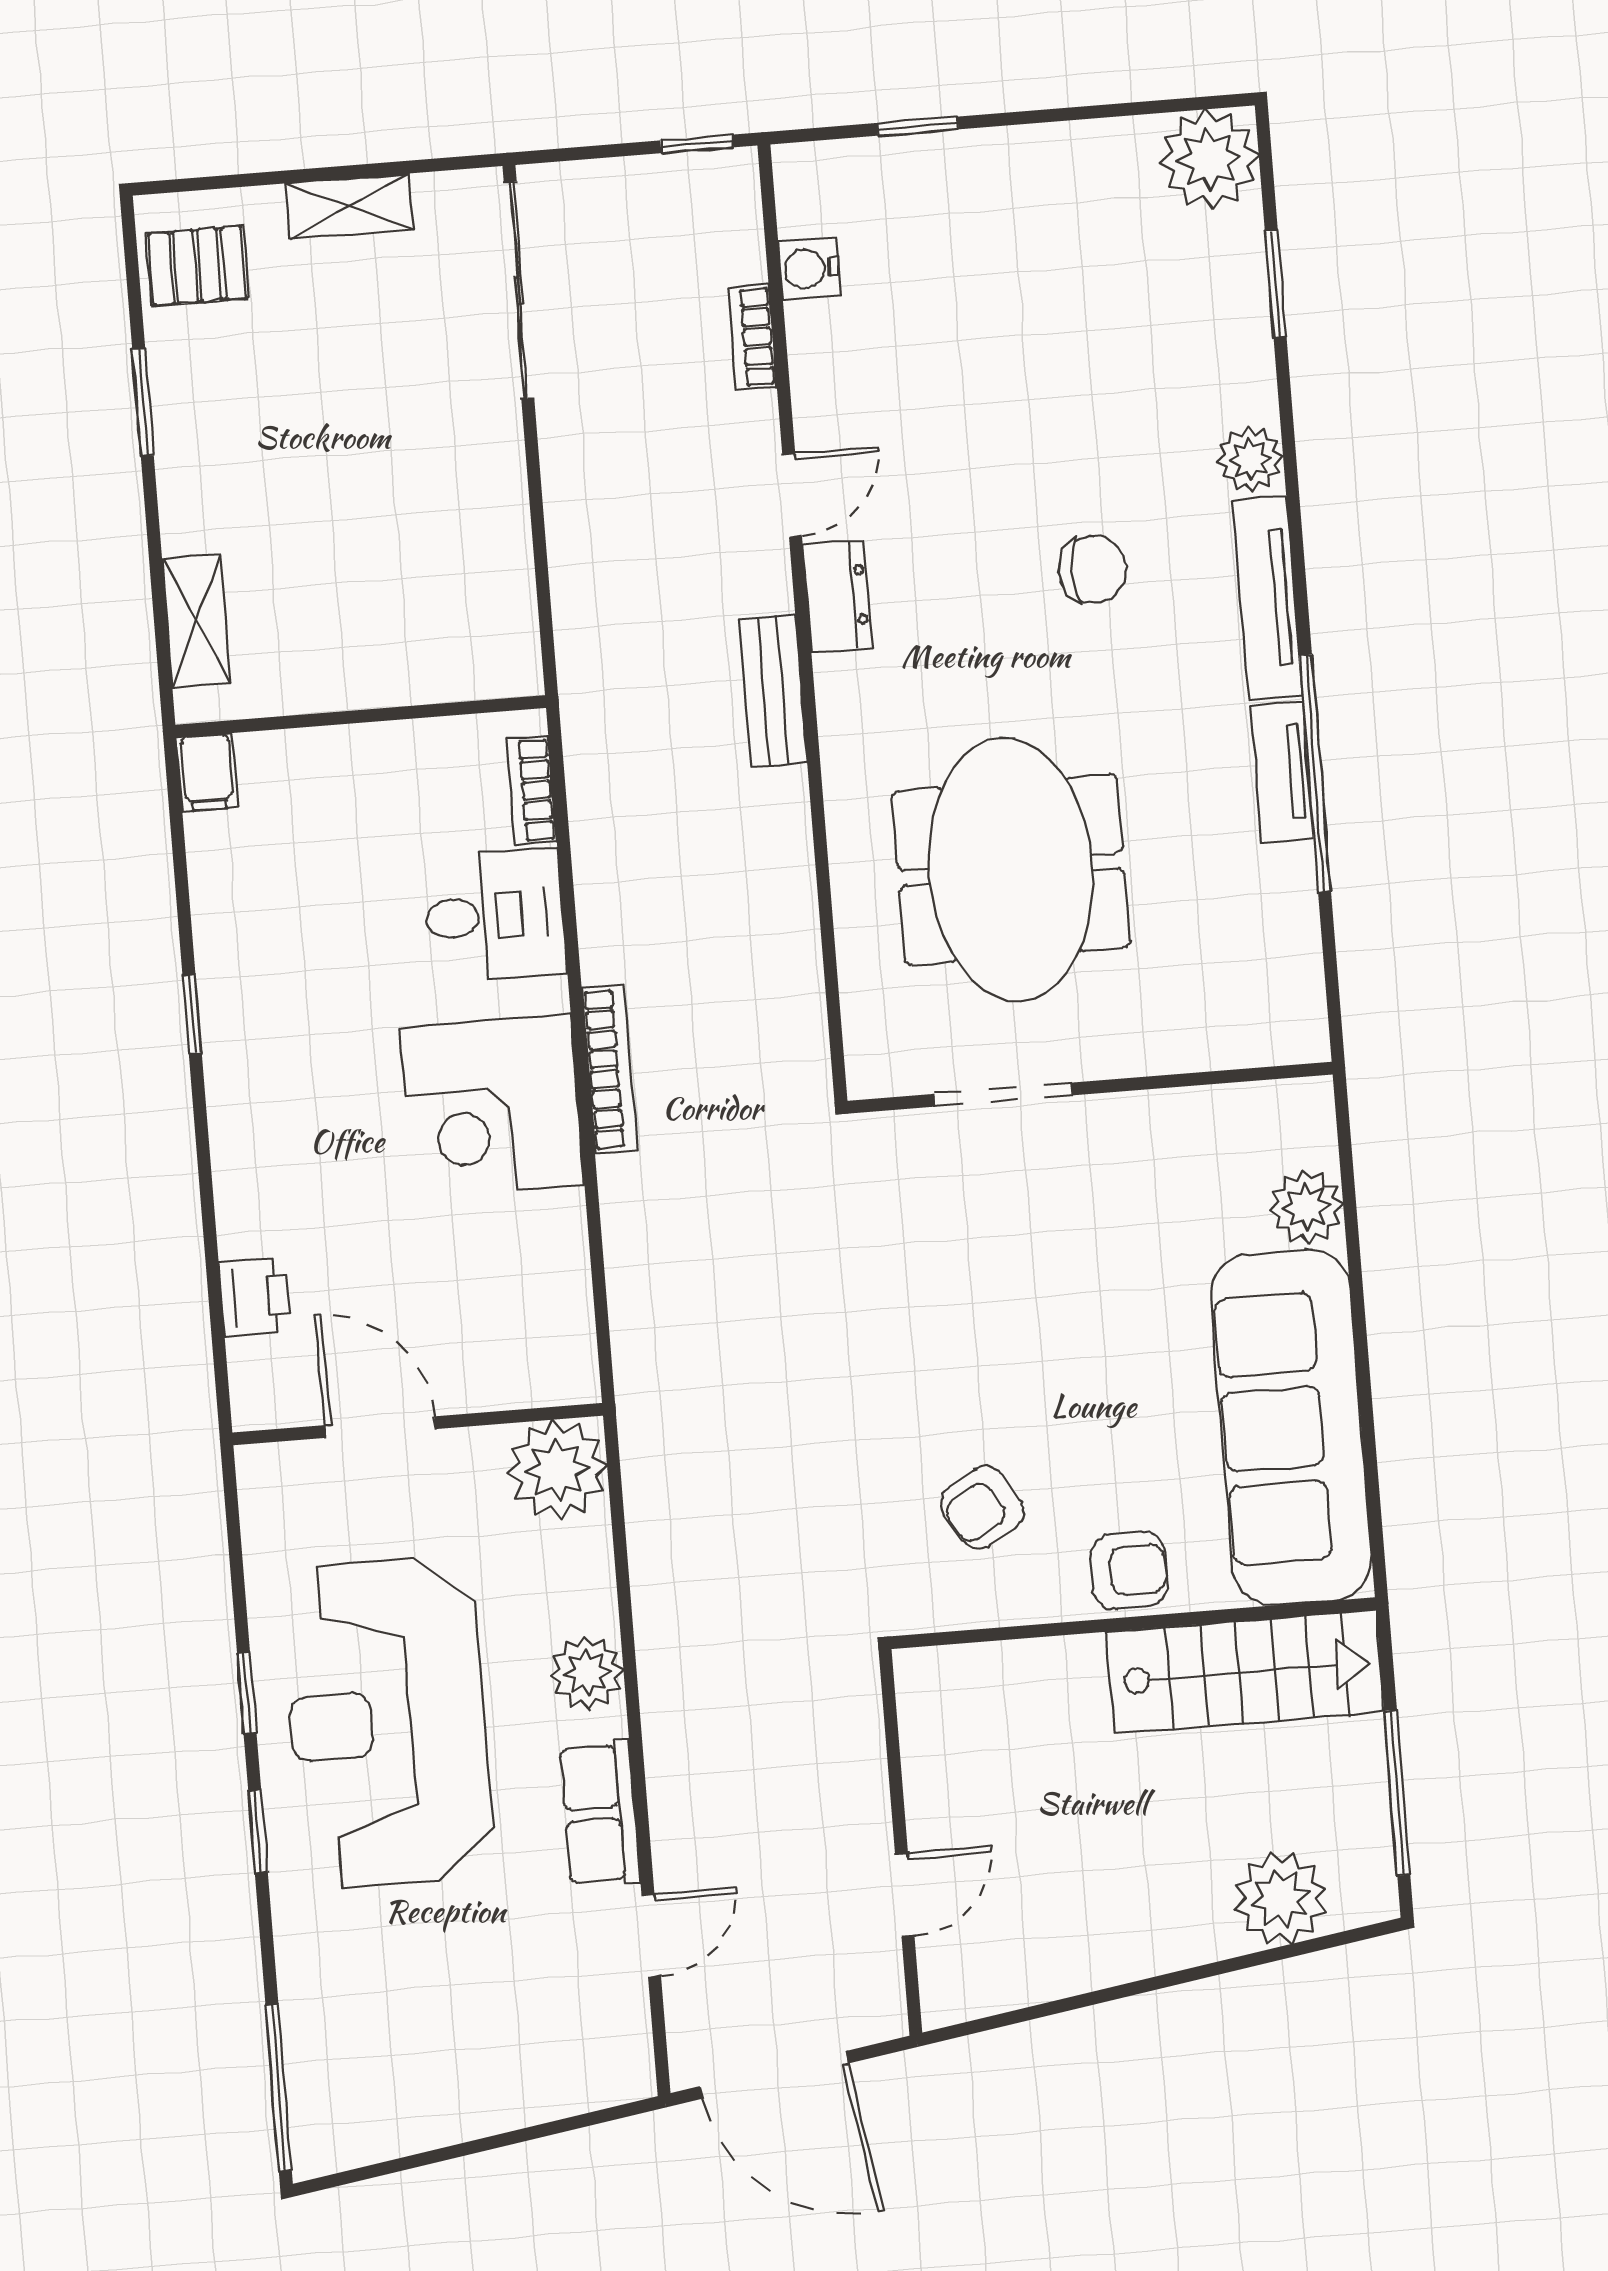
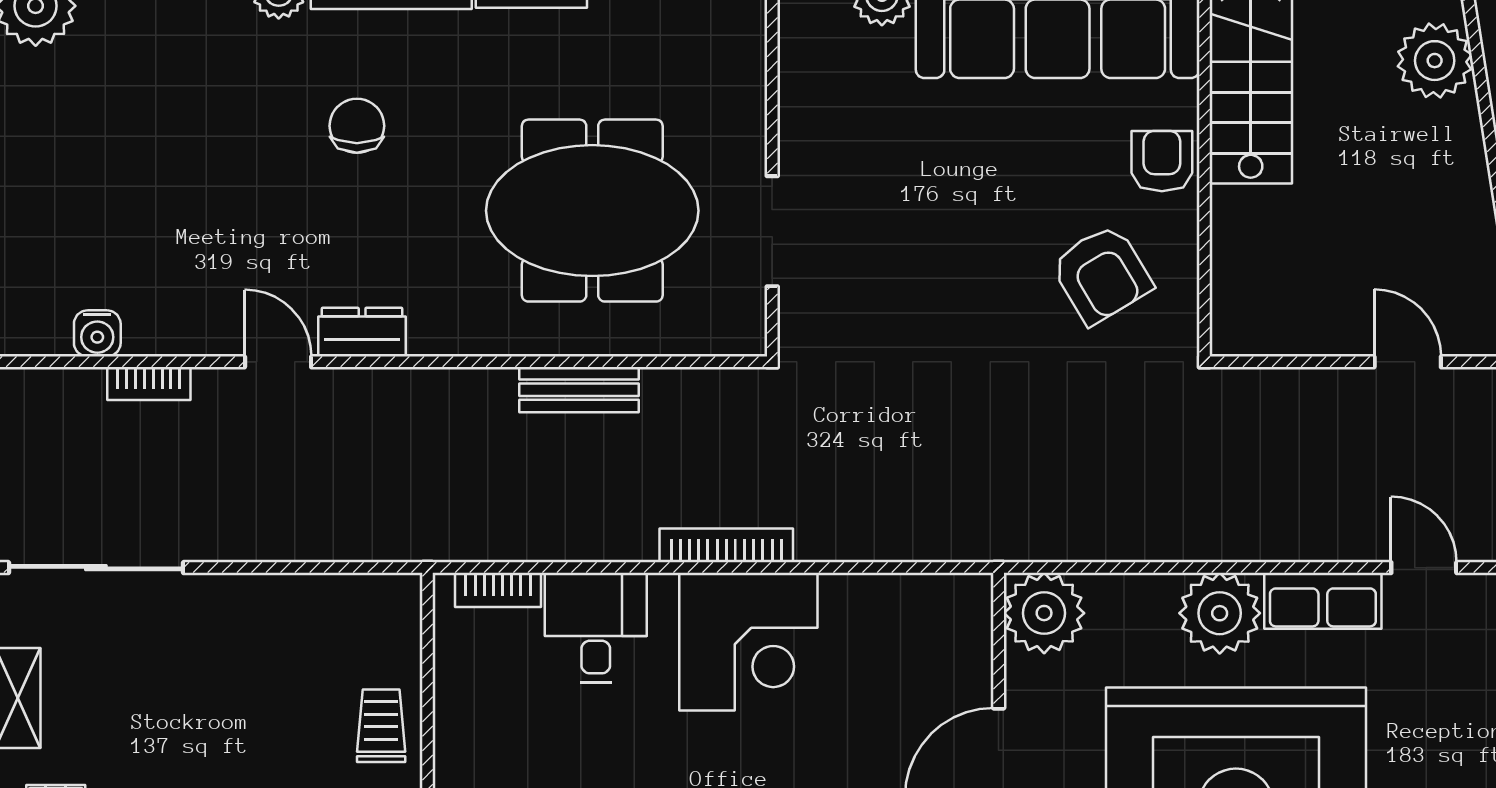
trolley: (351, 659) -> (381, 726), added
bench: (773, 691) -> (579, 390), moved
armchair: (983, 1507) -> (1102, 274), width x1.38, depth x1.38
plant: (587, 1673) -> (1220, 613), width x1.36, depth x1.36

